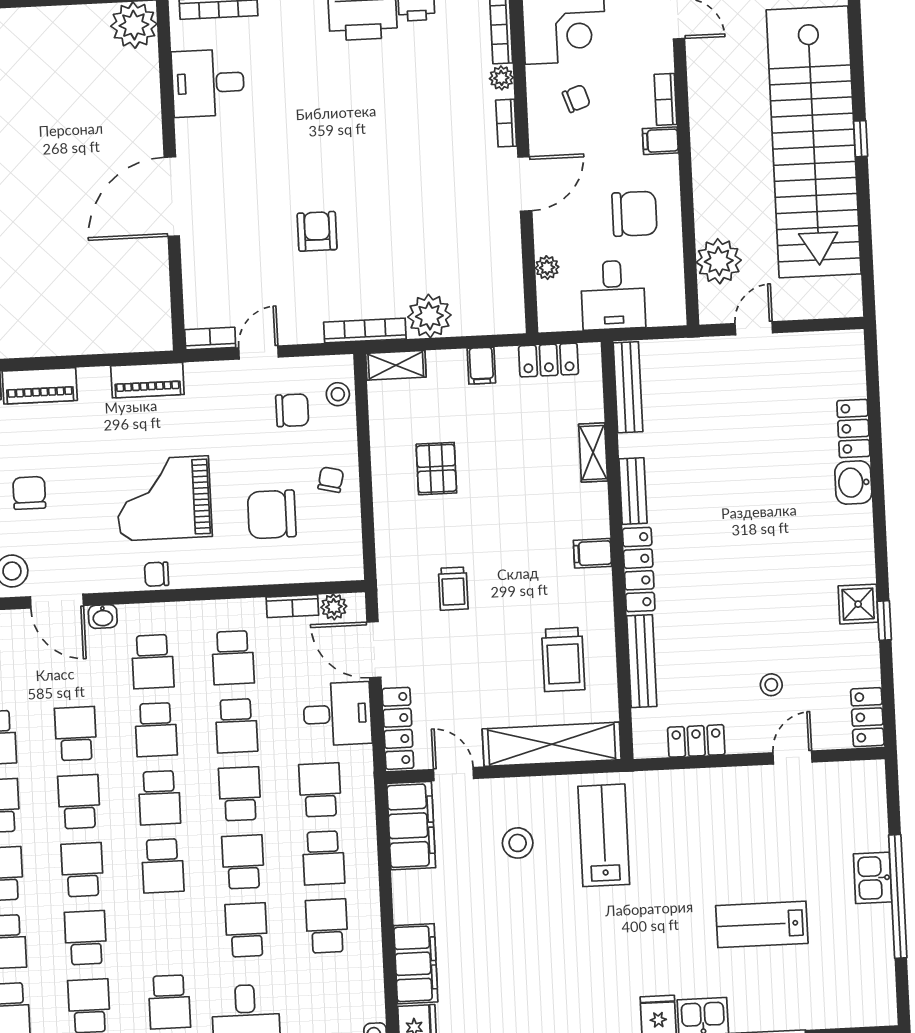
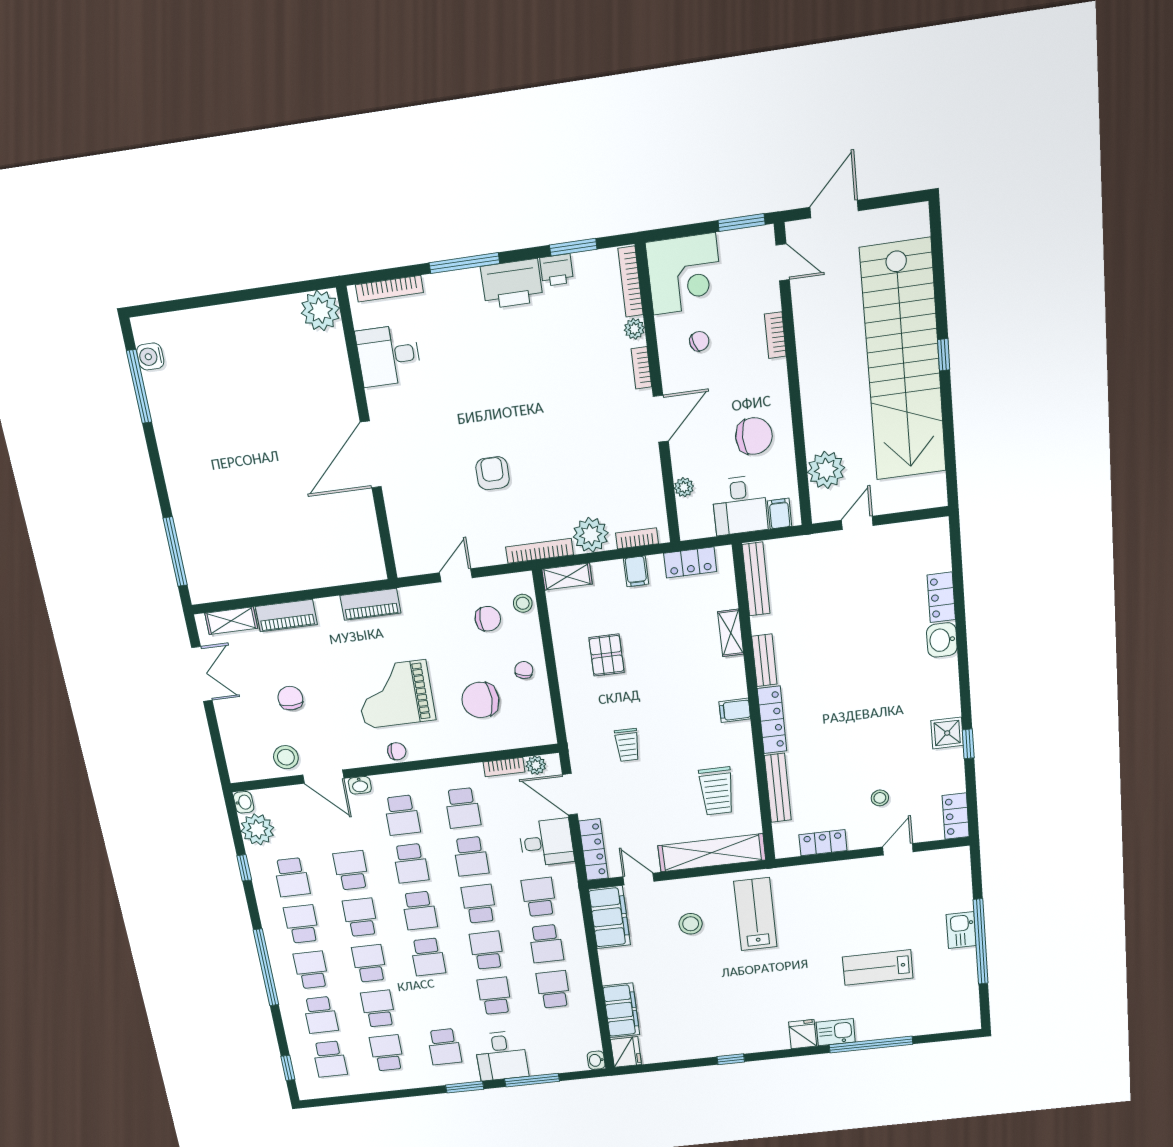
filing cabinet: (660, 141) -> (780, 514), moved, turned 90
bookcase: (210, 339) -> (637, 538), moved
chair: (157, 574) -> (397, 751), turned 180

